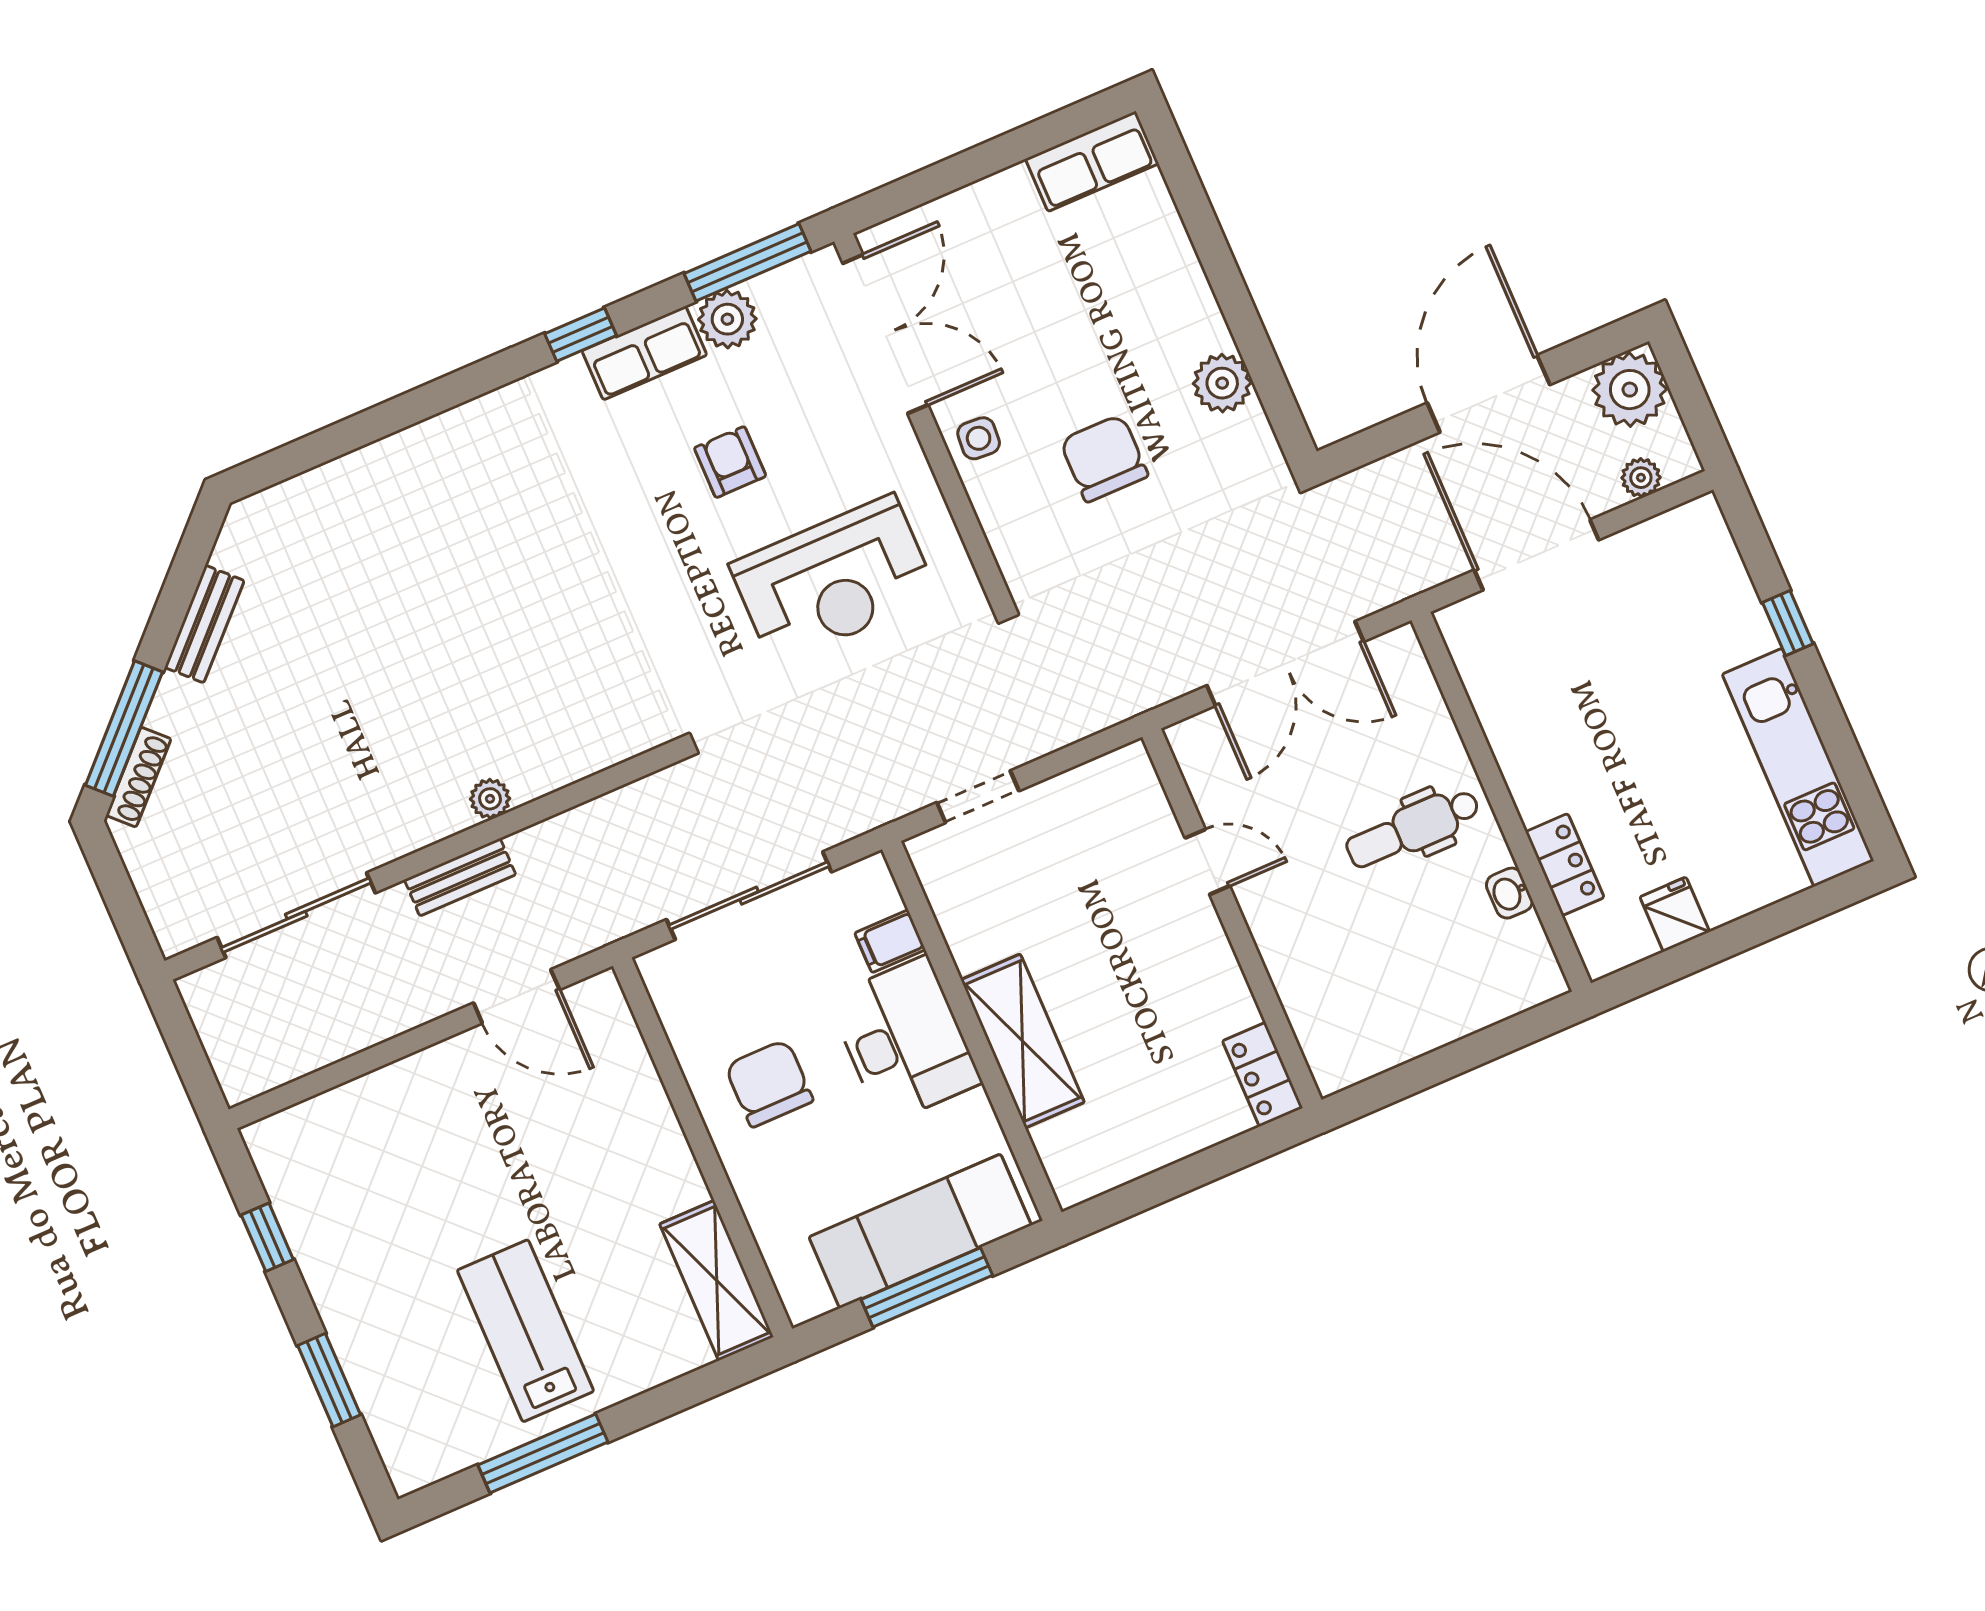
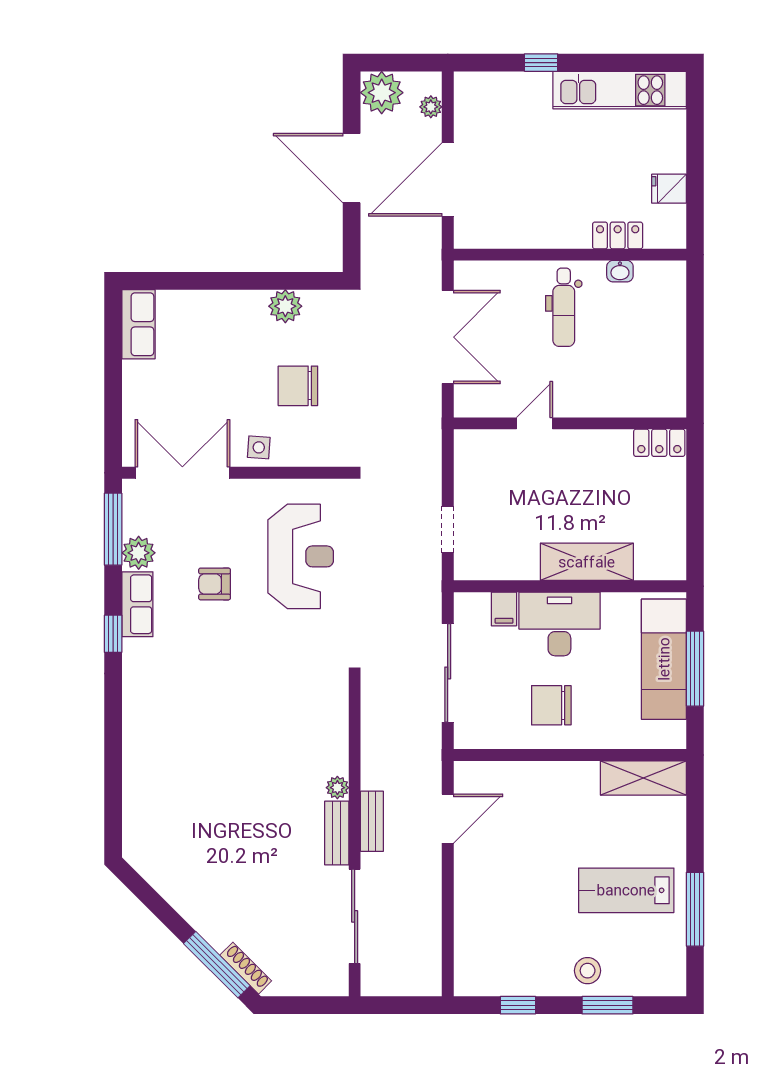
bench: (204, 624) -> (337, 833), moved, turned 45
stool: (371, 1324) -> (588, 971), added

